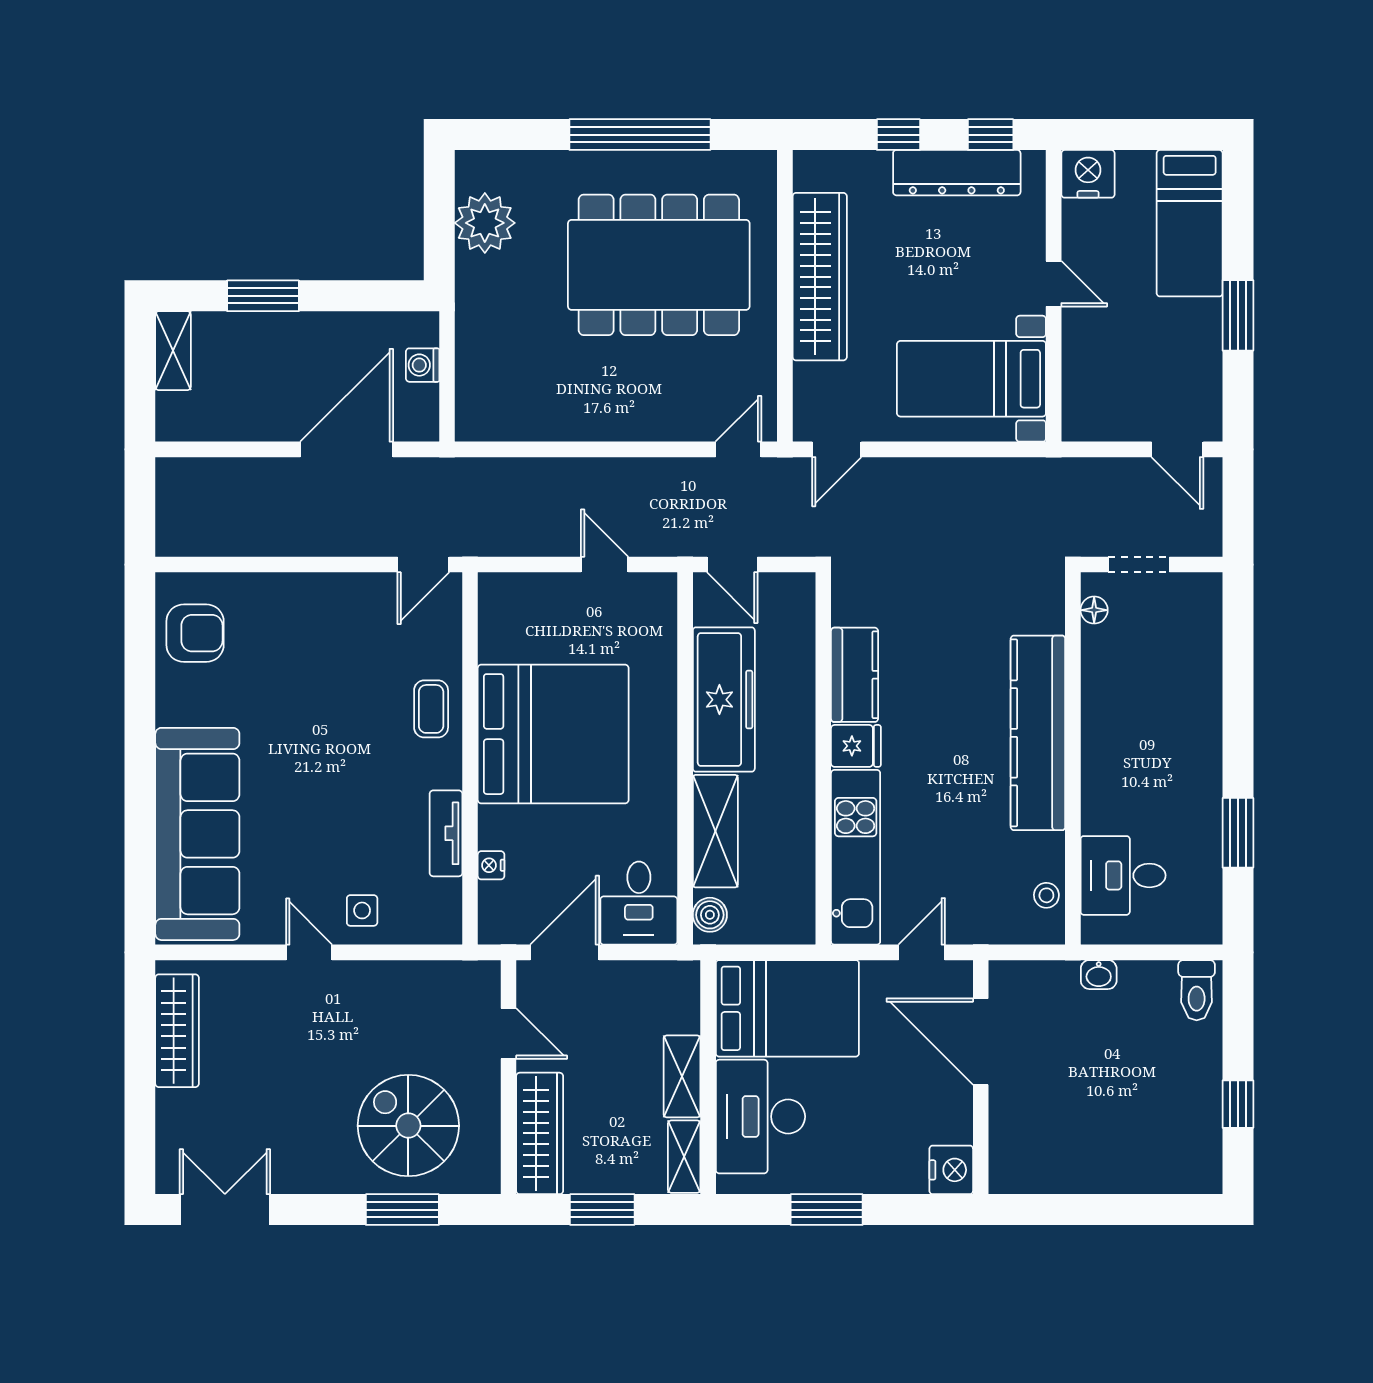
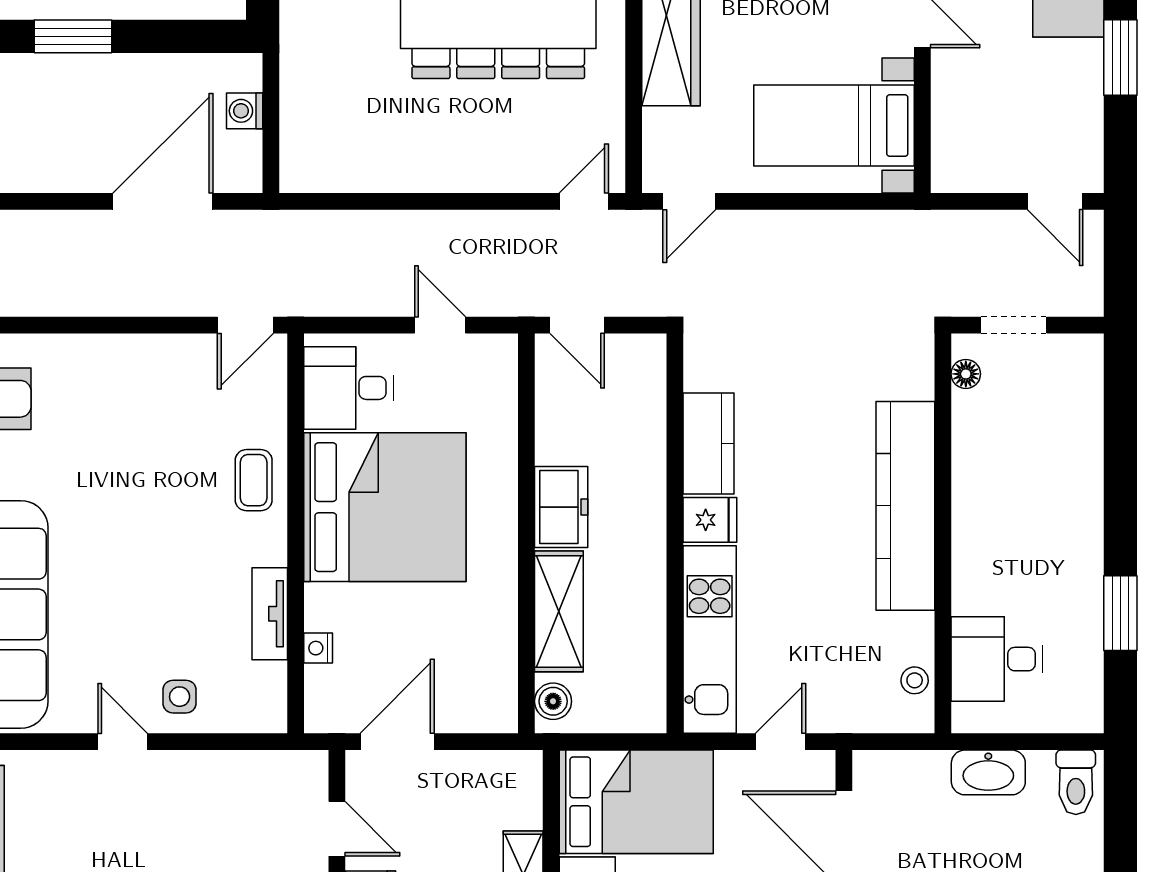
freezer: (724, 700) -> (561, 507), width x0.52, depth x0.79
desk: (639, 903) -> (348, 388), moved, turned 90
washbasin: (1099, 975) -> (988, 772), width x1.91, depth x1.45

